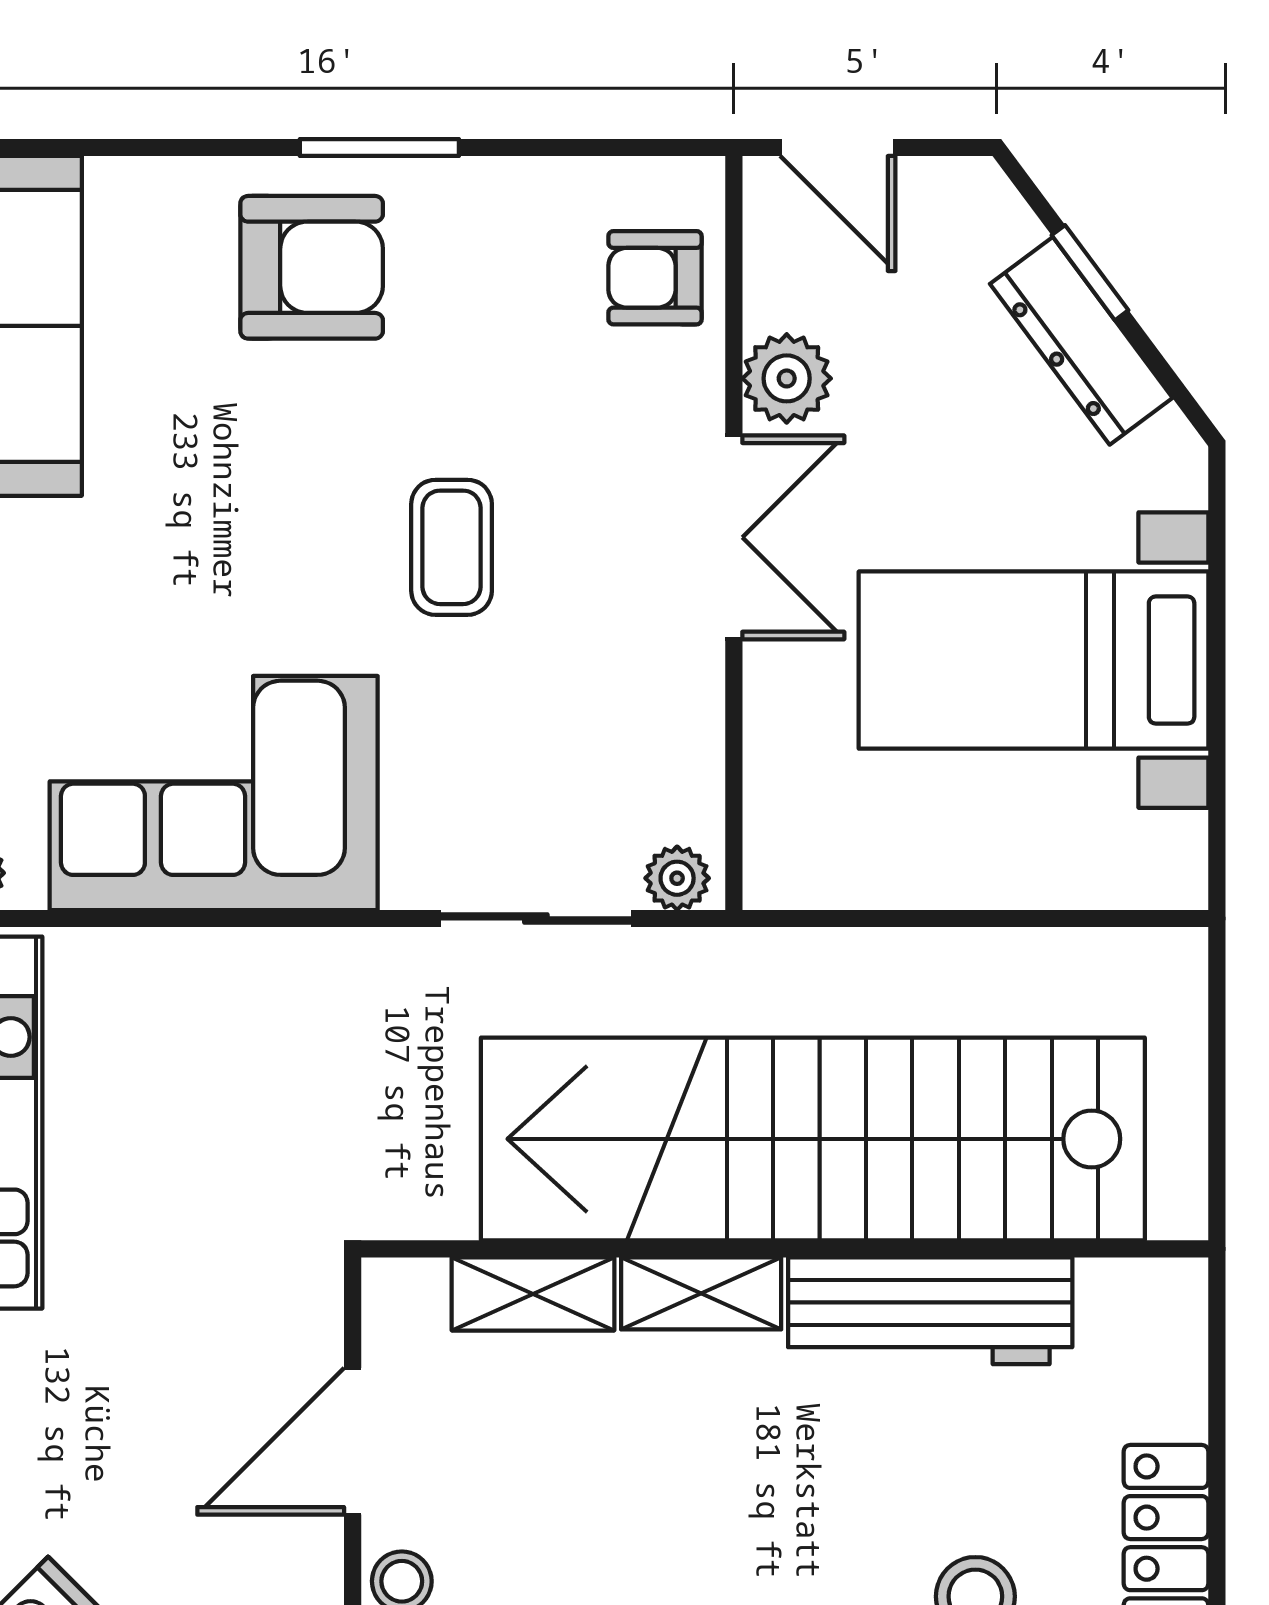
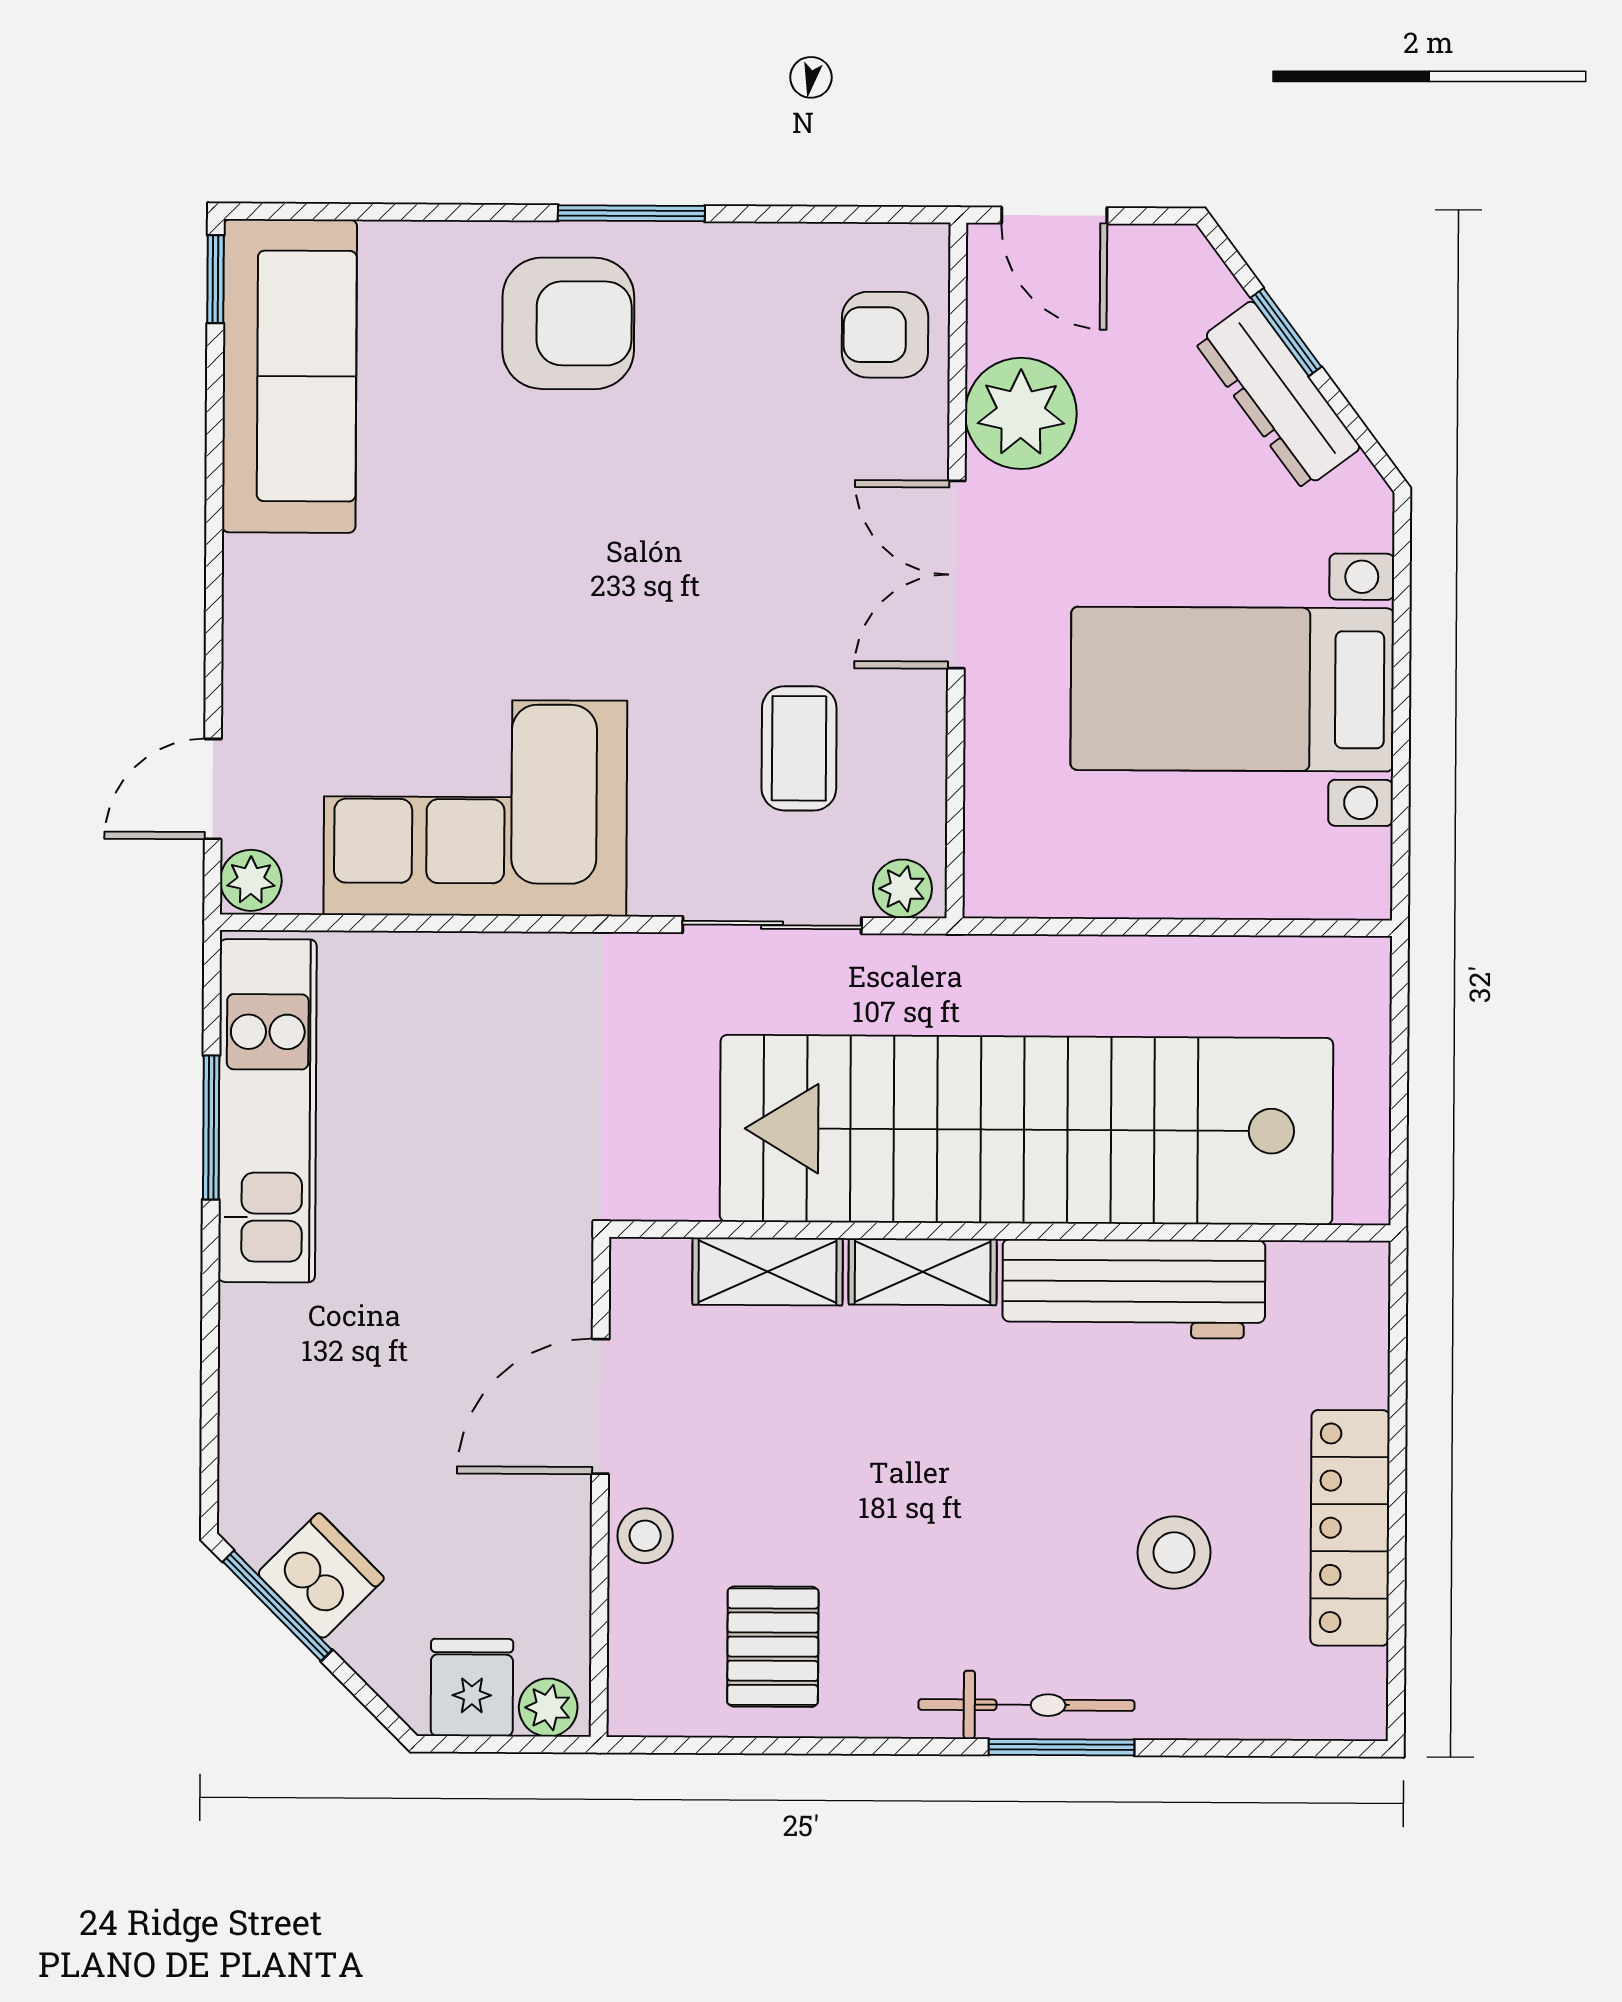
plant: (787, 378) -> (1021, 413), width x1.36, depth x1.36
double door: (734, 537) -> (956, 575), swing flipped
coffee table: (452, 547) -> (799, 748), moved

